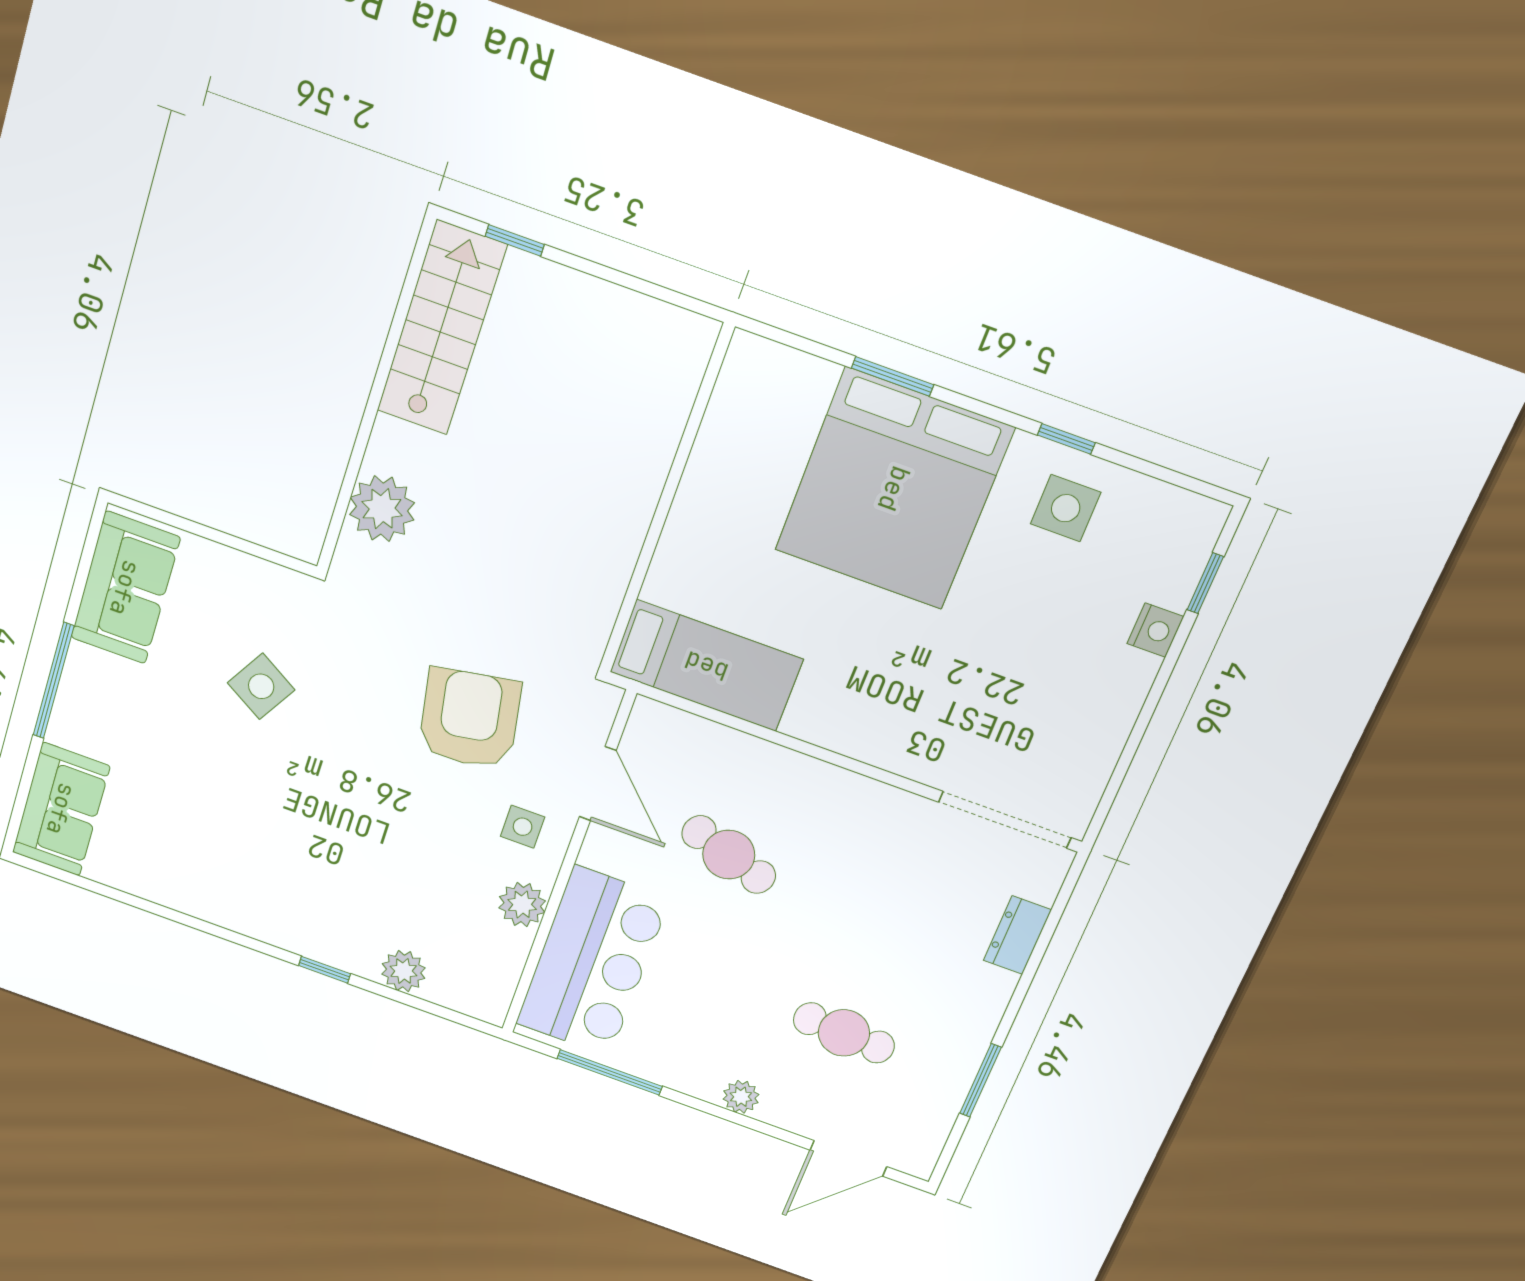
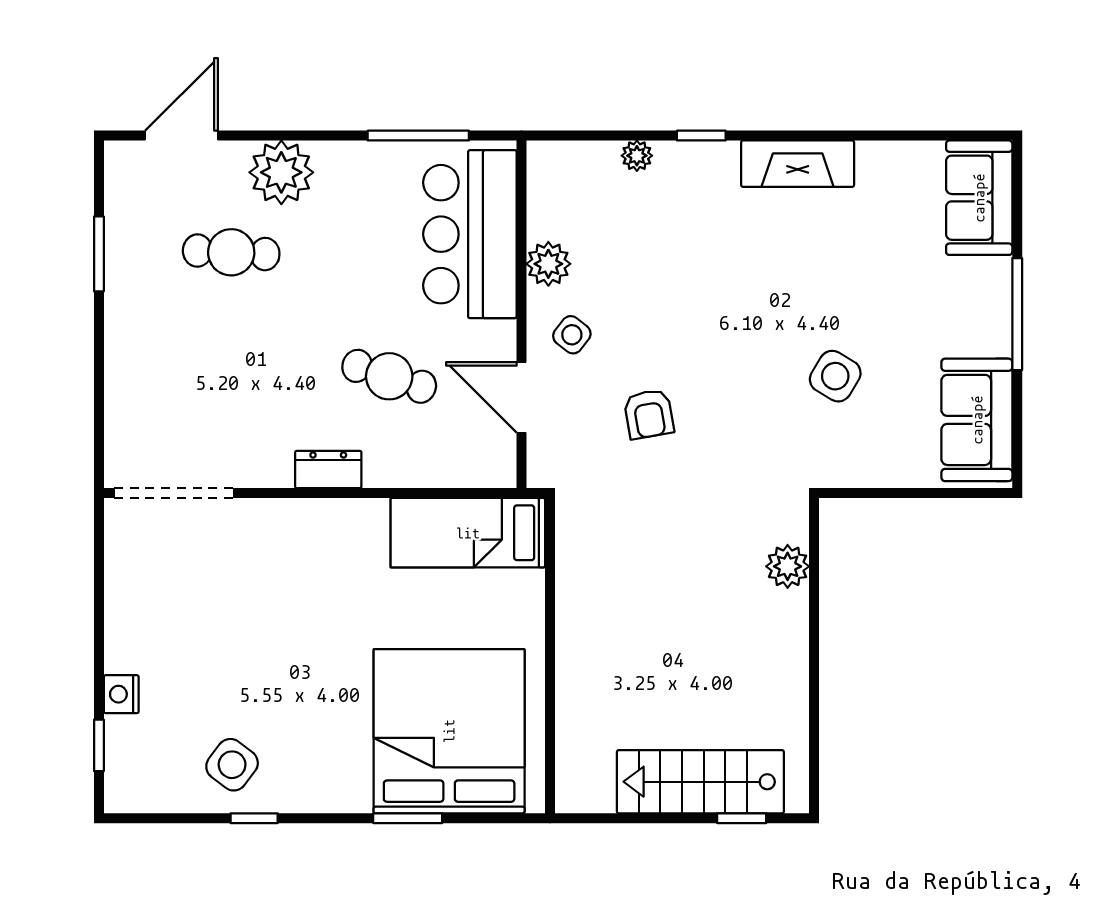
stairs: (442, 328) -> (700, 782), moved, turned 90
bed: (894, 489) -> (449, 731), moved
side table: (1066, 508) -> (232, 765), turned 37
plant: (382, 509) -> (788, 566), width x0.73, depth x0.73
armchair: (470, 719) -> (649, 414), width x0.53, depth x0.53
side table: (523, 827) -> (572, 335), turned 38
fireplace: (236, 908) -> (798, 164), added
dresser: (1017, 935) -> (328, 470), moved, turned -90
plant: (404, 971) -> (637, 156), width x0.73, depth x0.73
plant: (741, 1097) -> (281, 172), width x1.88, depth x1.88

